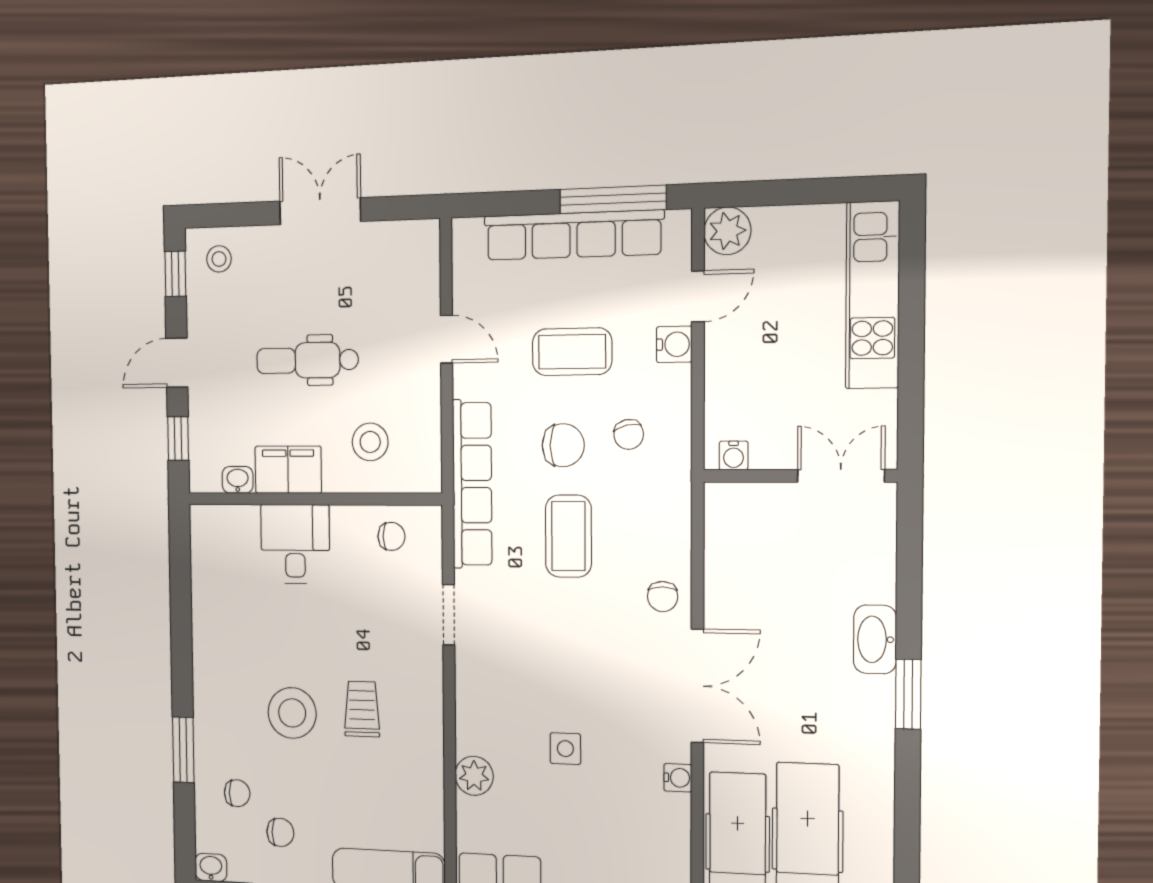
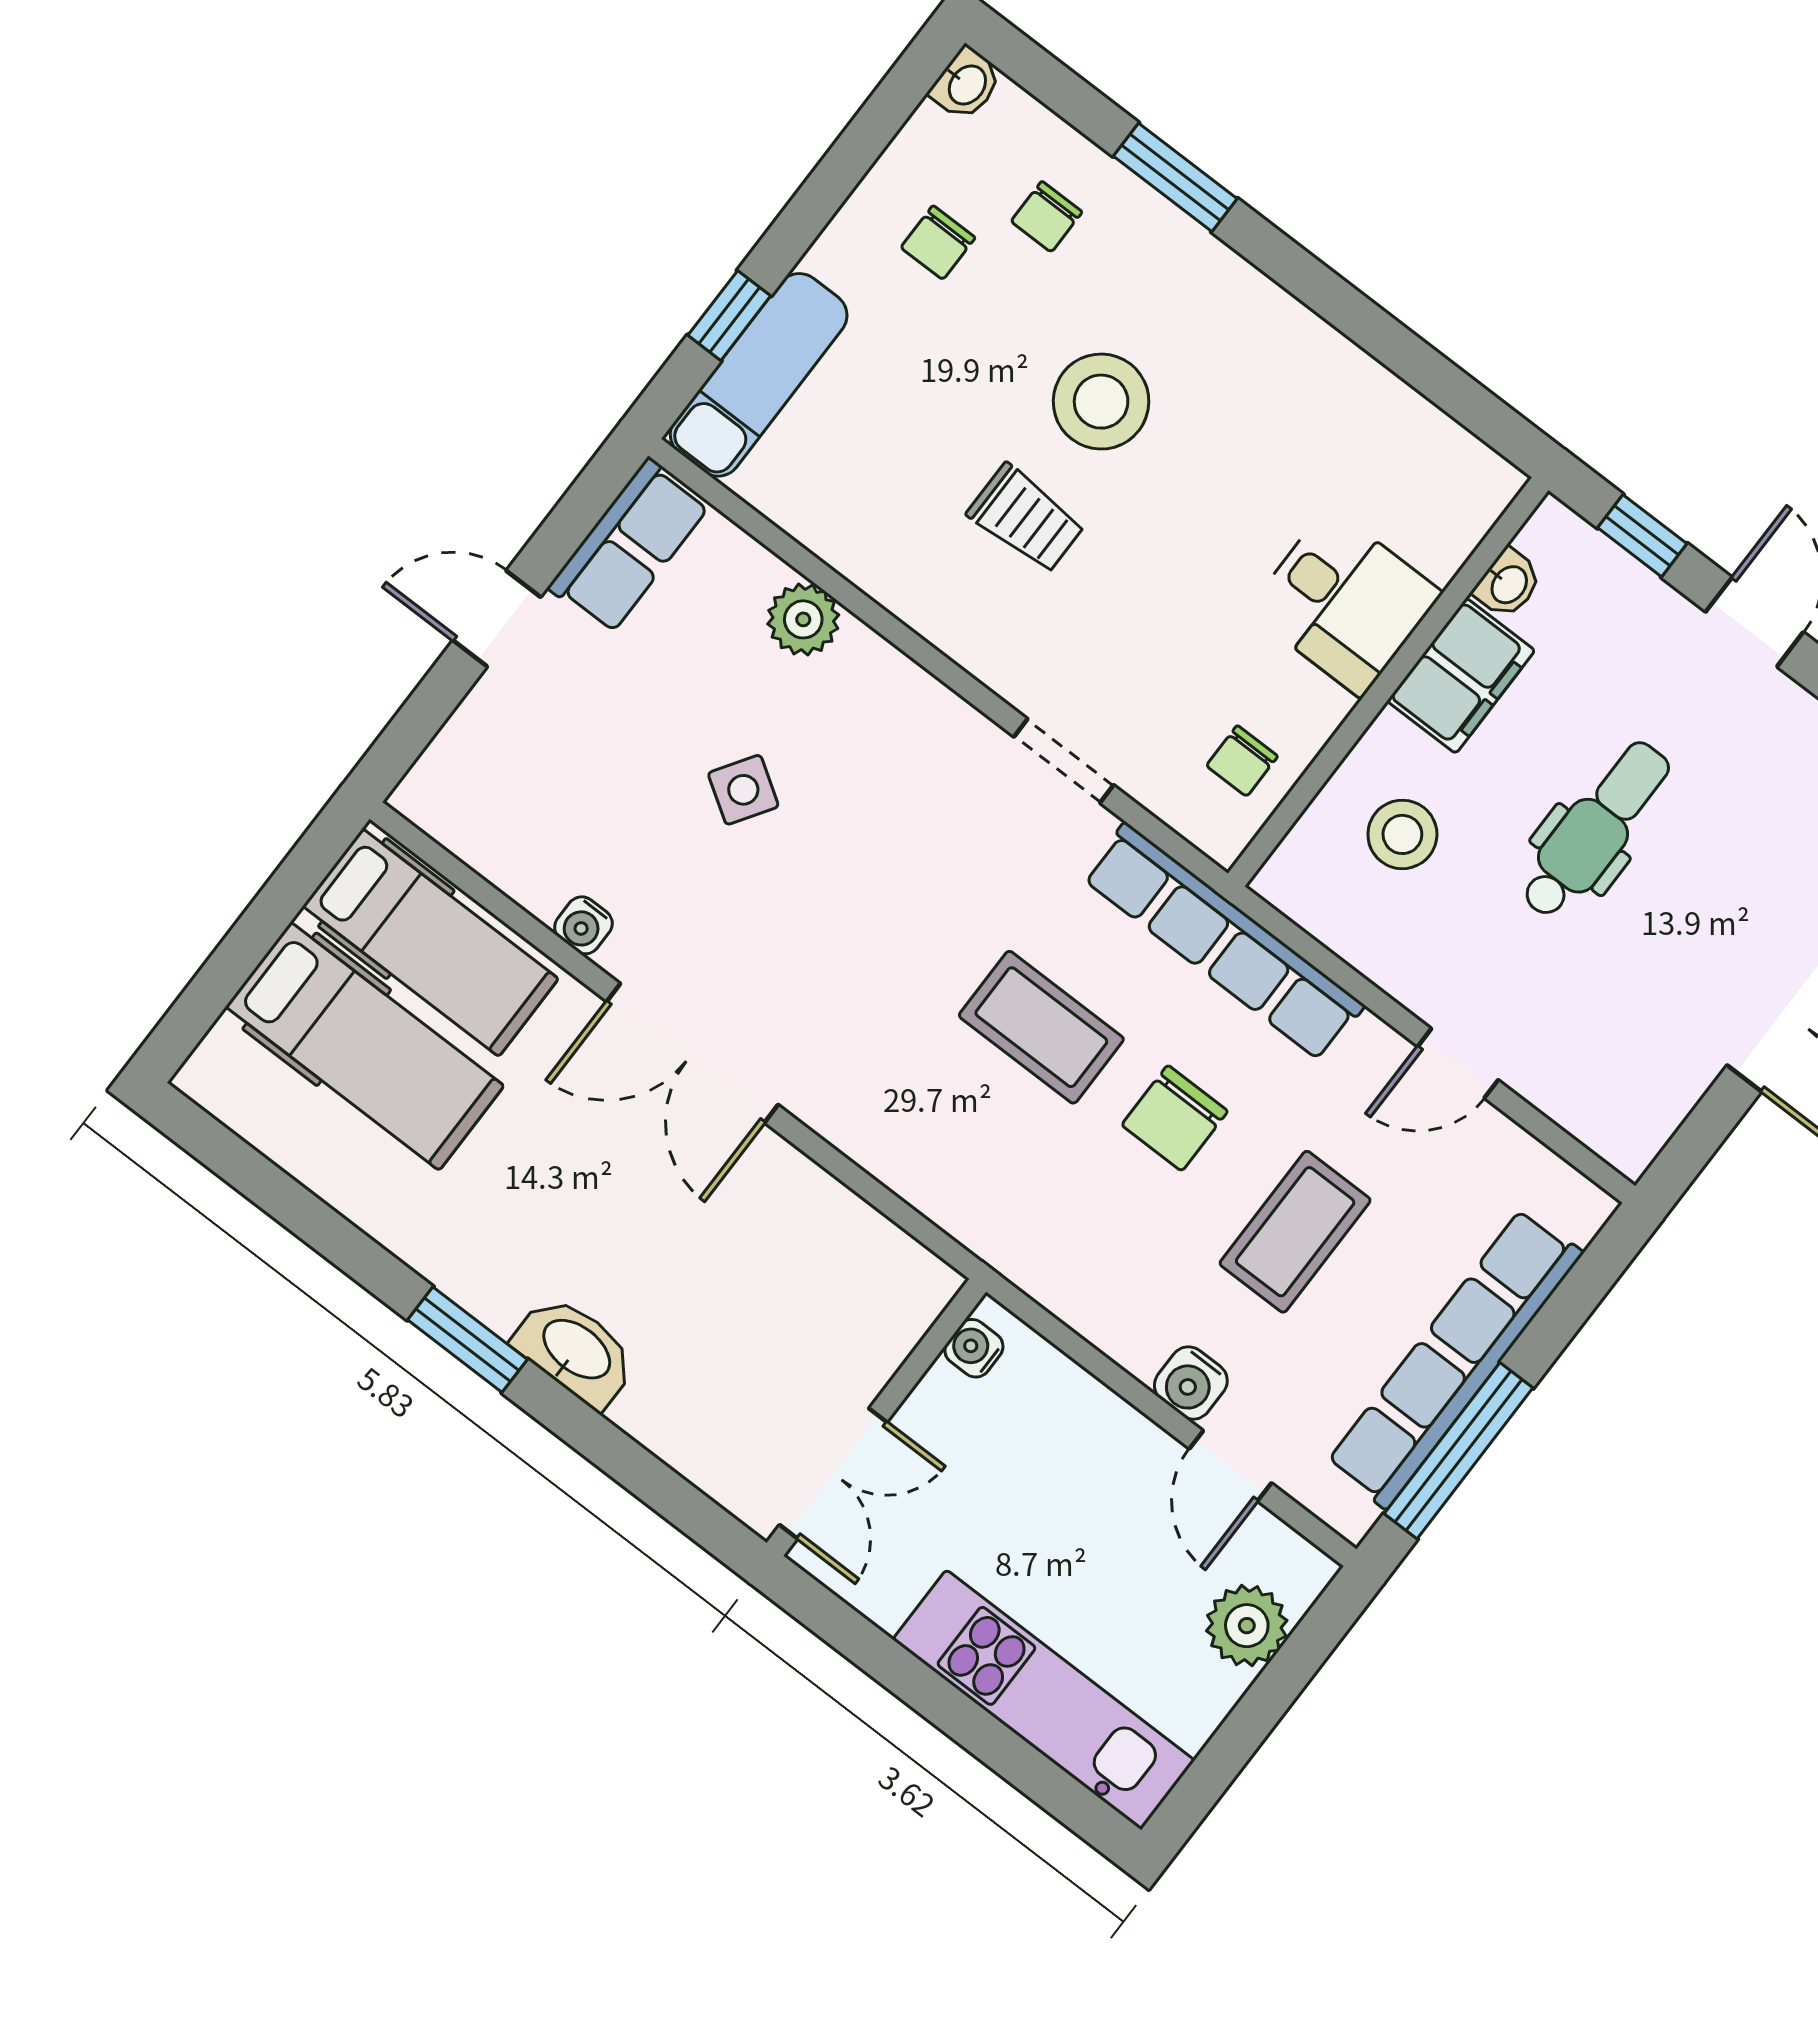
plant: (727, 231) -> (1247, 1626), moved
chair: (629, 434) -> (1117, 1224), removed
chair: (663, 597) -> (854, 1099), removed
side table: (565, 749) -> (743, 790), turned 33

